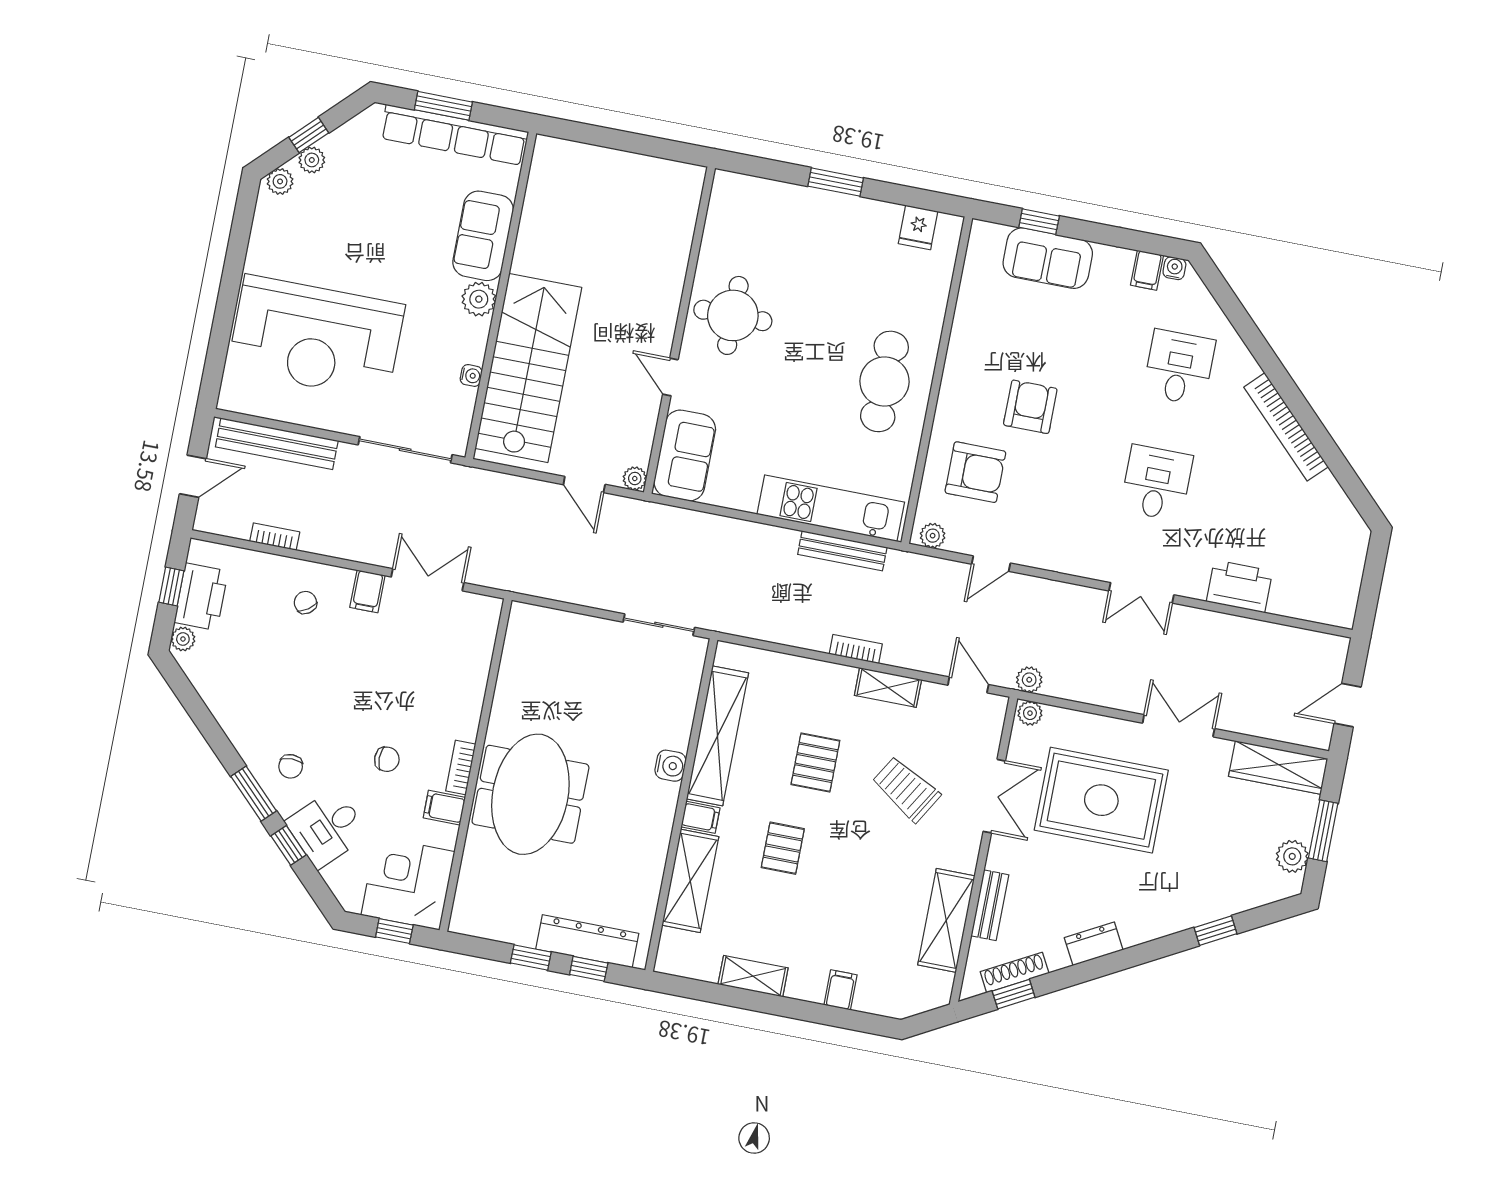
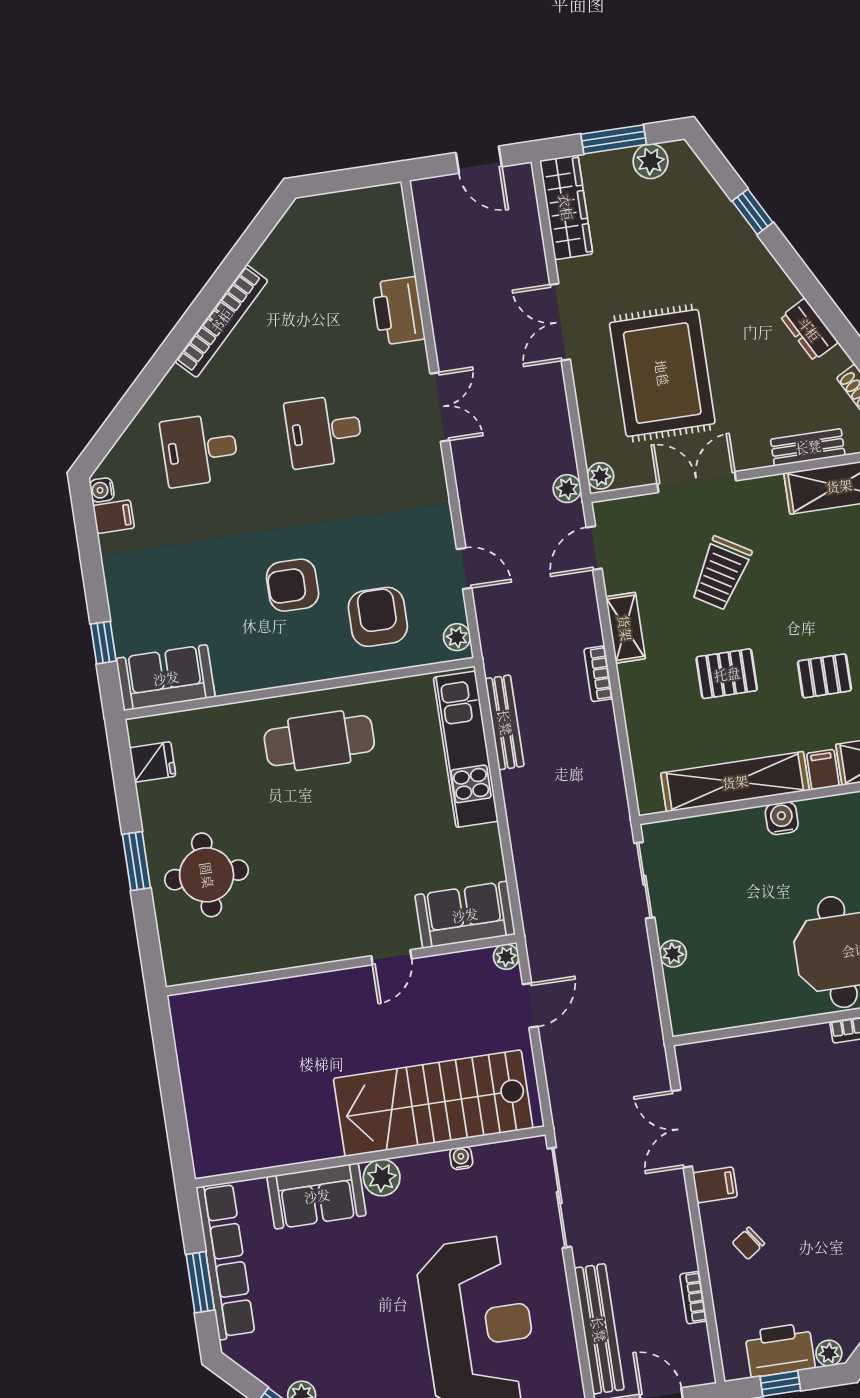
sofa: (1048, 258) -> (166, 678), moved, turned -90
round table: (733, 315) -> (207, 875), moved
plant: (585, 627) -> (673, 954), added

